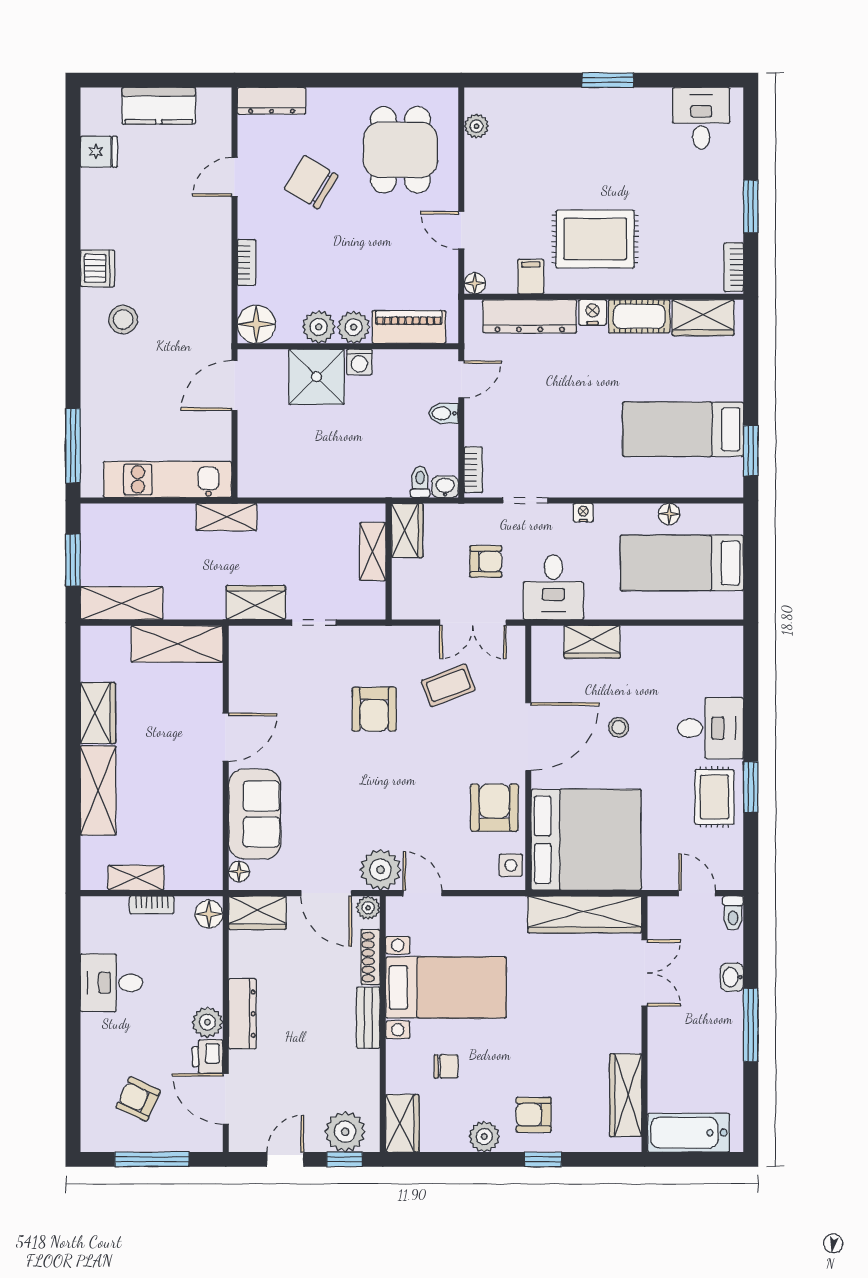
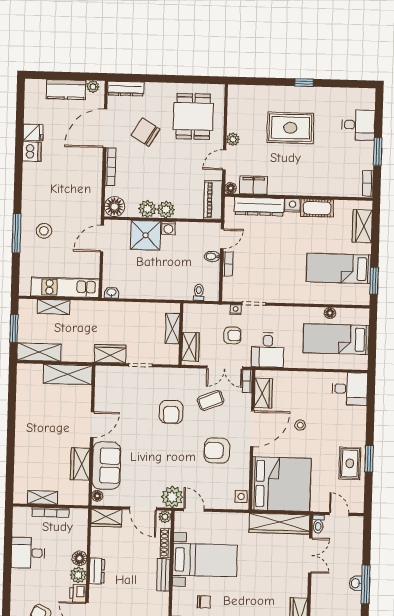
window: (608, 80) -> (304, 83), width x0.67
plant: (209, 99) -> (93, 87), added
desk: (701, 118) -> (358, 125), moved, turned 90
plant: (476, 126) -> (233, 139), moved
fridge: (99, 152) -> (33, 132), moved
door: (234, 177) -> (105, 128), width x1.87
door: (461, 230) -> (224, 160), hinge flipped
rug: (595, 239) -> (290, 128), moved
bookcase: (247, 262) -> (110, 167), width x1.56
dishwasher: (97, 268) -> (32, 152), moved
filing cabinet: (531, 277) -> (253, 185), width x2.00
wardrobe: (703, 318) -> (362, 226), moved, turned 90
stool: (123, 319) -> (44, 231), moved
piano: (409, 327) -> (213, 200), moved, turned -90
window: (73, 446) -> (17, 233), moved
bookcase: (473, 470) -> (228, 264), moved
washbasin: (445, 487) -> (112, 293), moved
nightstand: (583, 513) -> (236, 310), moved
shelving: (226, 517) -> (54, 307), moved
wardrobe: (407, 530) -> (190, 347), moved
wardrobe: (592, 642) -> (263, 393), moved, turned -90
bookcase: (517, 647) -> (247, 381), added
wardrobe: (98, 713) -> (80, 464), moved, turned 180
desk: (710, 728) -> (350, 389), moved
shelving: (98, 791) -> (24, 451), removed
armchair: (494, 808) -> (217, 451), moved, turned -90
bookcase: (152, 905) -> (51, 512), width x1.56
toilet: (733, 913) -> (318, 524), moved
floor lamp: (209, 914) -> (80, 558), moved
washbasin: (732, 977) -> (356, 583), moved
dresser: (242, 1014) -> (97, 571), width x0.70

